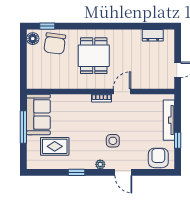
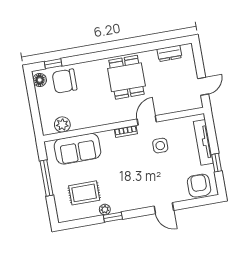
chair: (55, 43) -> (65, 81), turned 82
dining table: (94, 56) -> (126, 77), moved
plant: (46, 82) -> (62, 125), added
sofa: (38, 114) -> (77, 149), moved, turned 90
side table: (113, 141) -> (160, 146), moved
plant: (100, 164) -> (105, 209), moved

